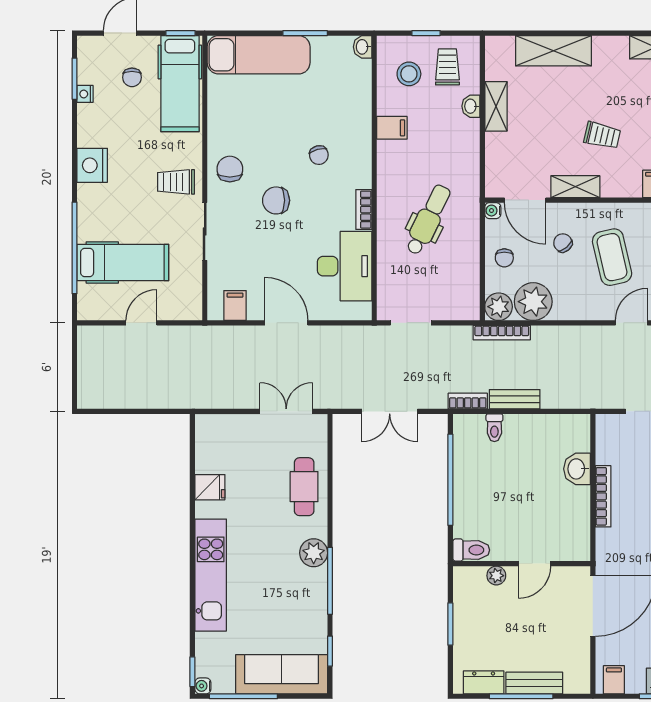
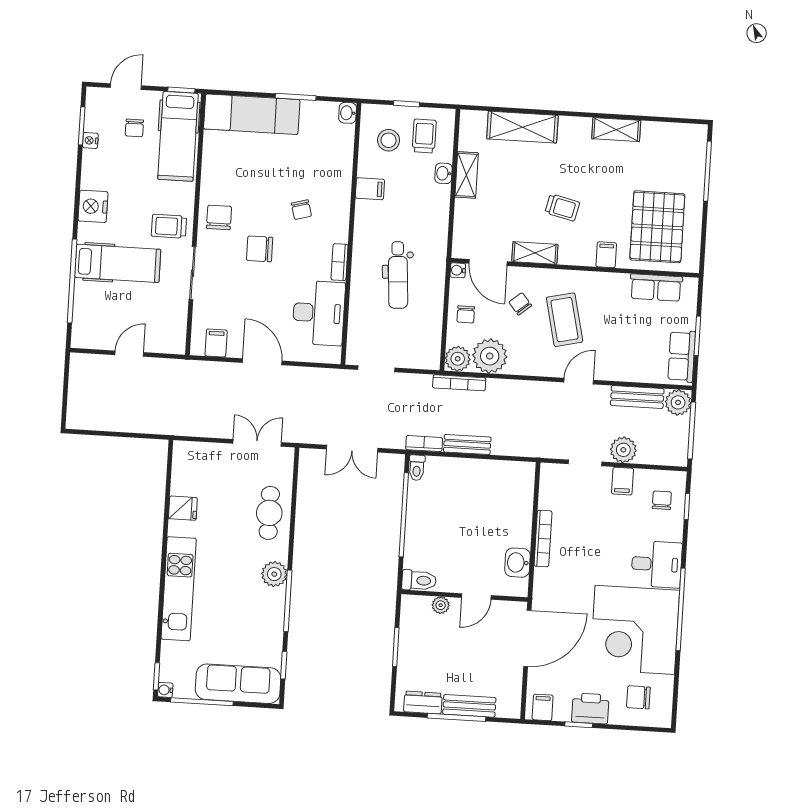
dental chair: (428, 220) -> (398, 275), turned 150
hospital bed: (123, 262) -> (118, 263), moved
toilet: (494, 428) -> (417, 468), moved
washbasin: (577, 469) -> (517, 563), moved

